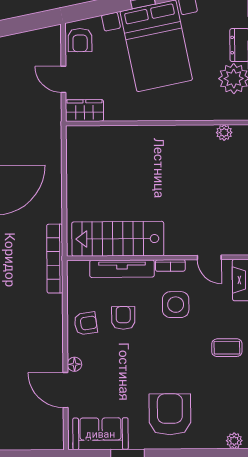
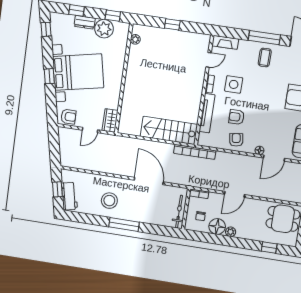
stairs: (118, 239) -> (169, 130), moved, turned 90

